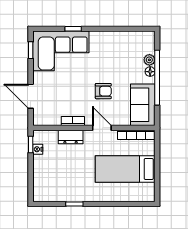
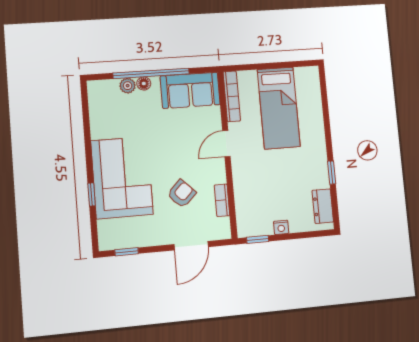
corner sofa: (61, 51) -> (122, 178), moved
armchair: (103, 91) -> (182, 194), moved, turned 45
bookcase: (73, 121) -> (222, 200), moved
dresser: (71, 137) -> (323, 206), moved, turned 180
nightstand: (38, 149) -> (281, 227), moved

